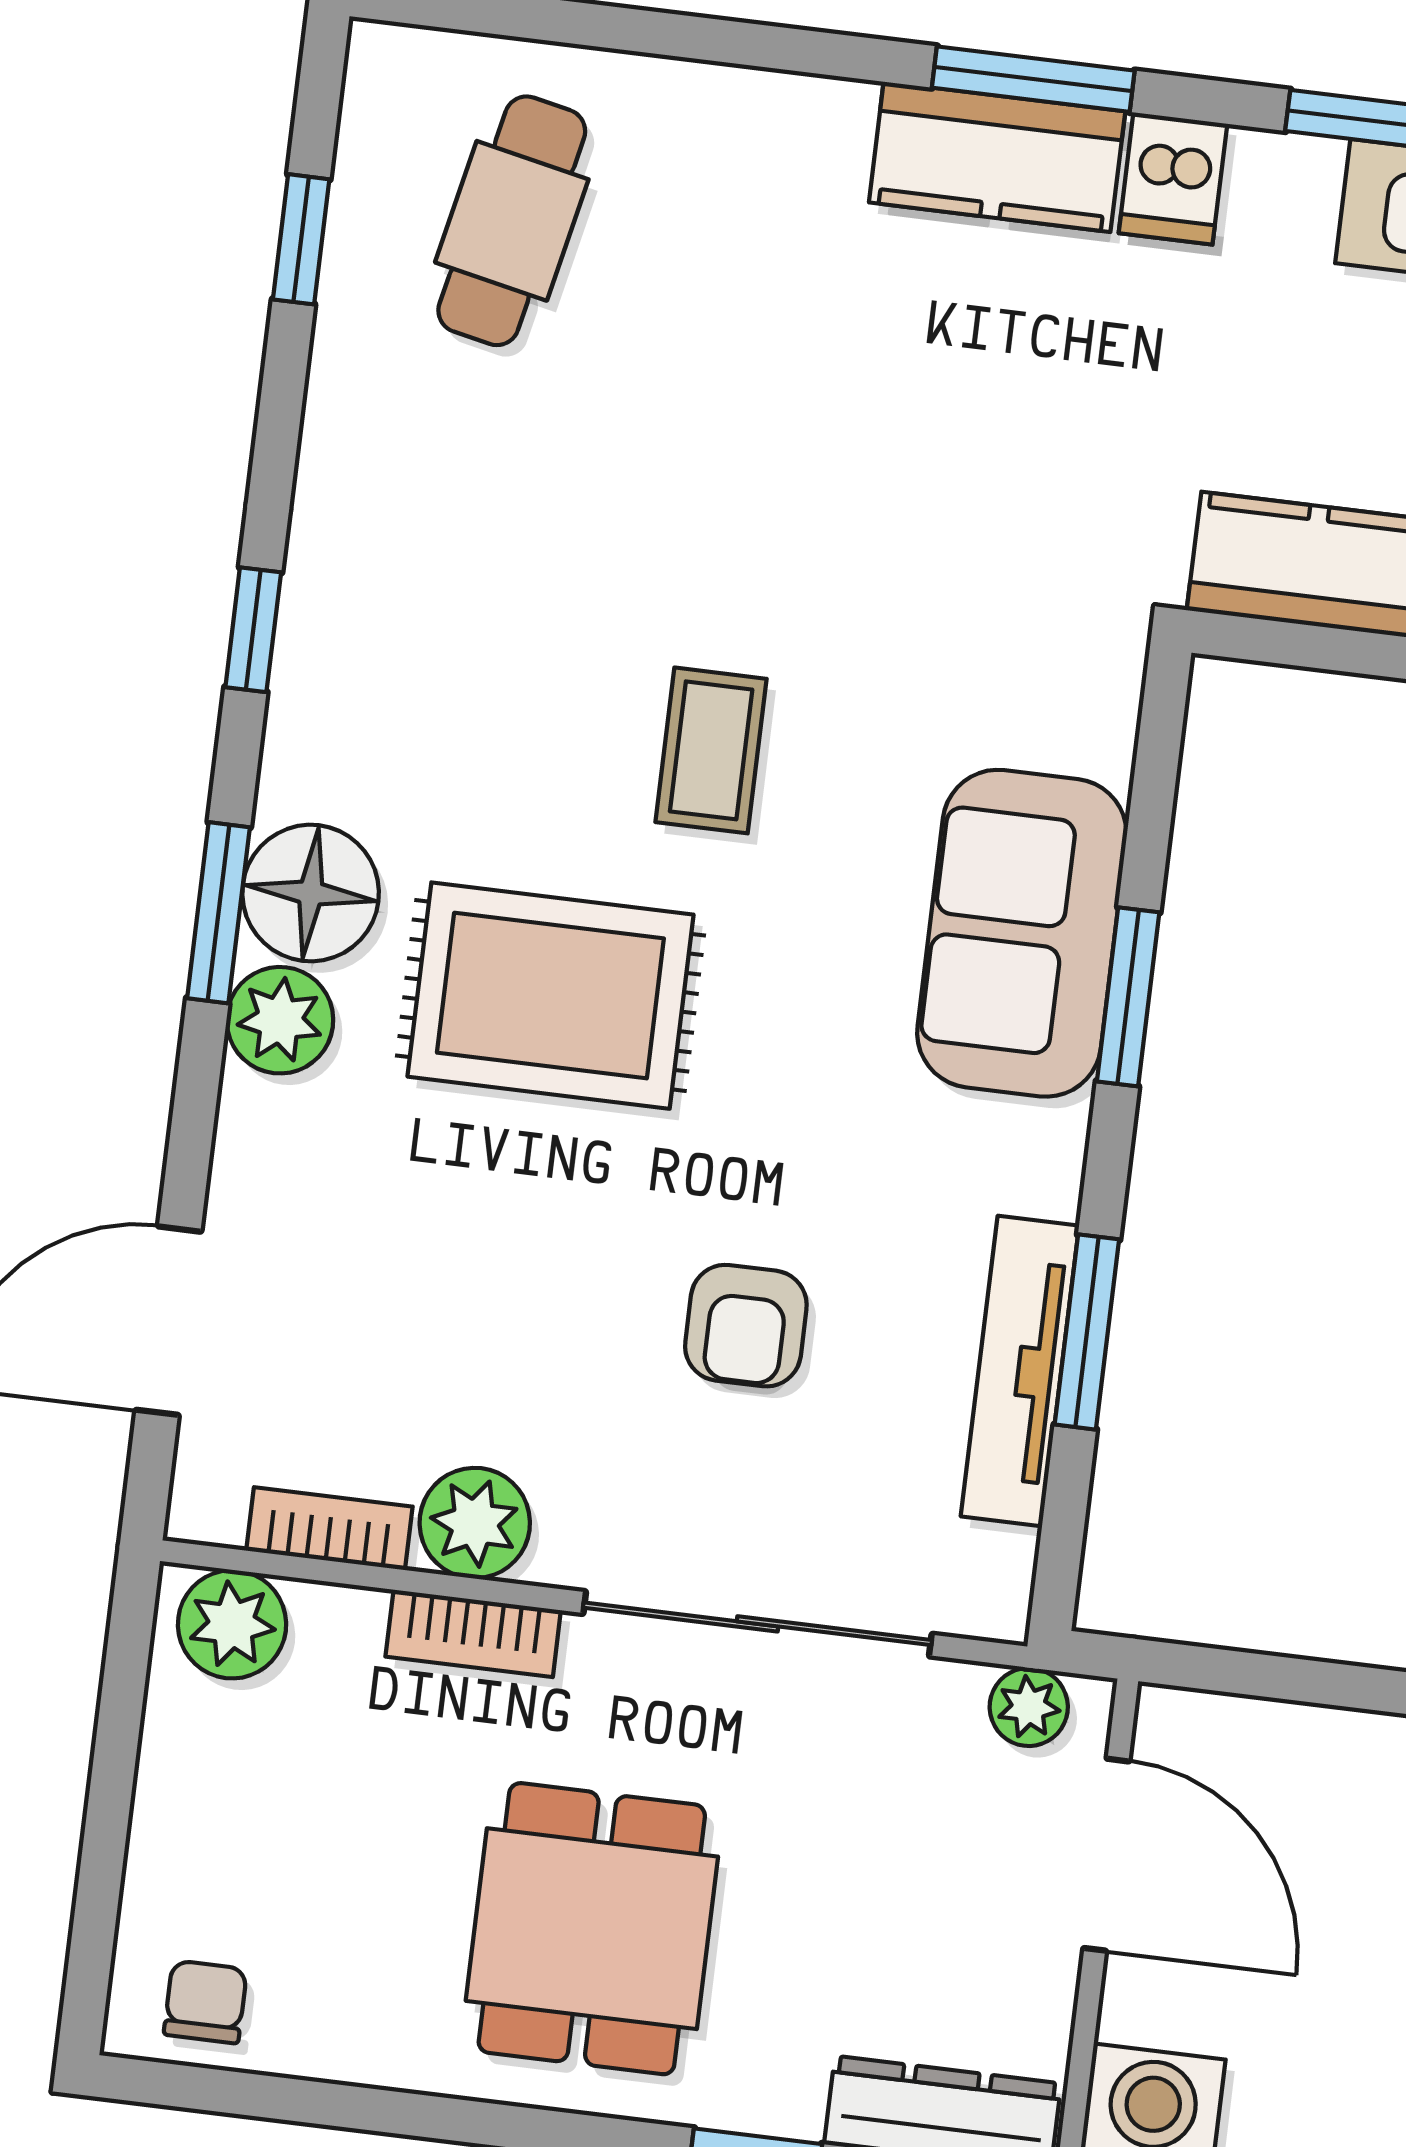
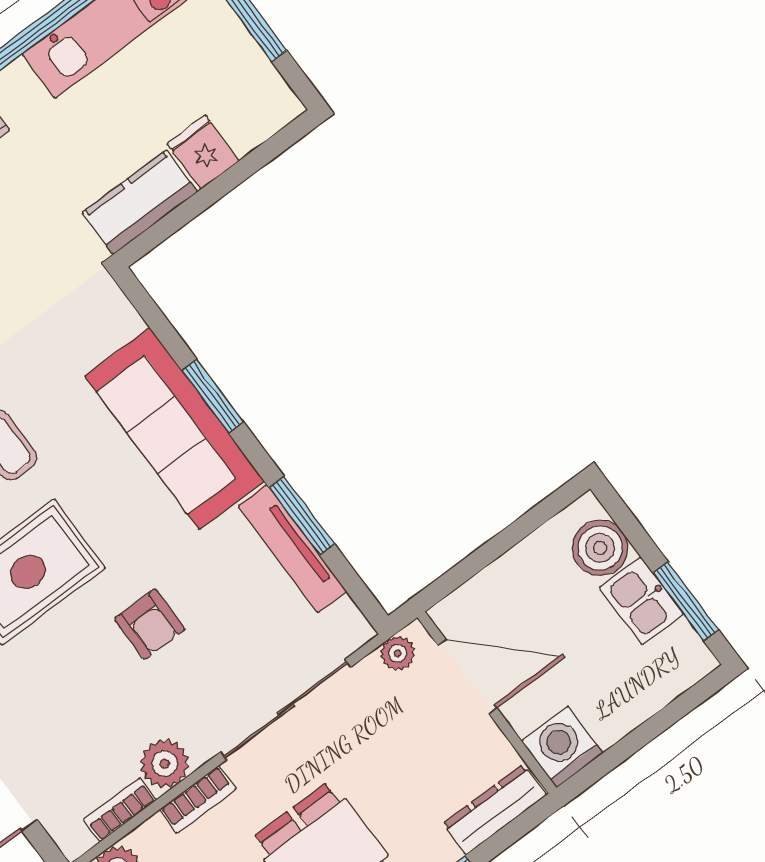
sofa: (1022, 933) -> (175, 429), width x1.36
armchair: (746, 1326) -> (150, 624), moved

